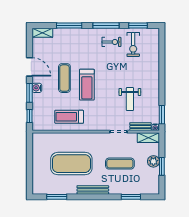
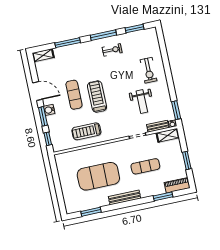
exercise bike: (133, 44) -> (149, 70), moved
treadmill: (87, 85) -> (97, 97), turned 180
plant: (153, 161) -> (178, 157), removed
piano: (147, 189) -> (177, 185), added

